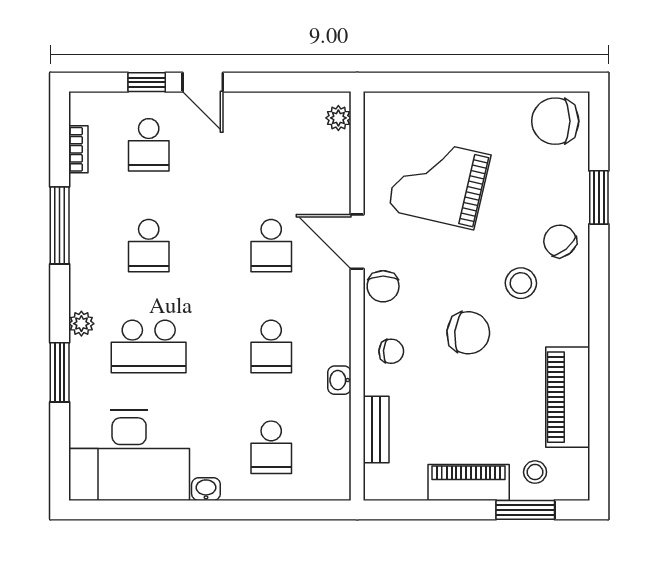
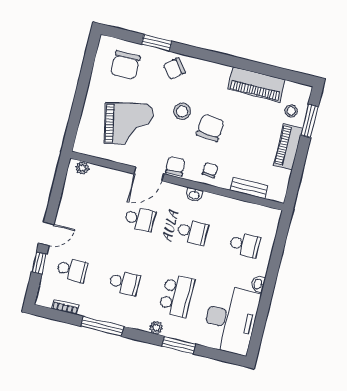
chair: (555, 121) -> (125, 65), moved
grand piano: (439, 183) -> (129, 124), turned -115
stool: (521, 283) -> (182, 111), moved
chair: (383, 286) -> (175, 166), turned -93
washbasin: (339, 380) -> (194, 195), moved

